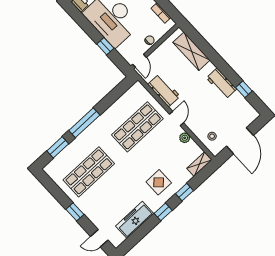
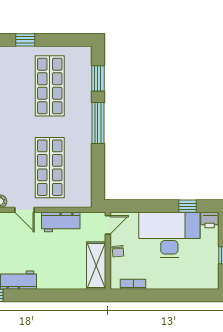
window: (105, 46) -> (187, 206), moved
shelving: (191, 51) -> (96, 266), moved, turned 90
door: (139, 61) -> (108, 225), swing flipped

